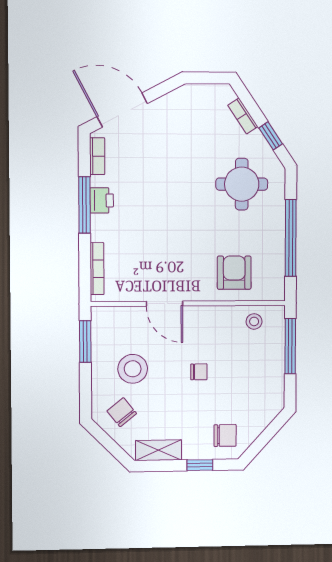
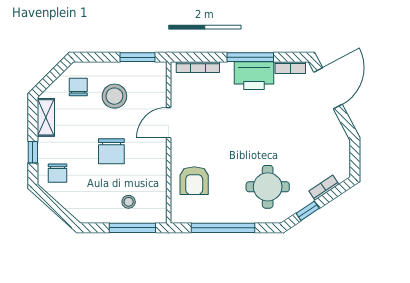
printer: (102, 200) -> (254, 76), width x1.87, depth x1.48
armchair: (234, 273) -> (194, 181), turned 90
stool: (254, 321) -> (129, 202), moved
chair: (199, 372) -> (111, 151), width x1.87, depth x1.87
chair: (122, 412) -> (78, 87), turned -51

